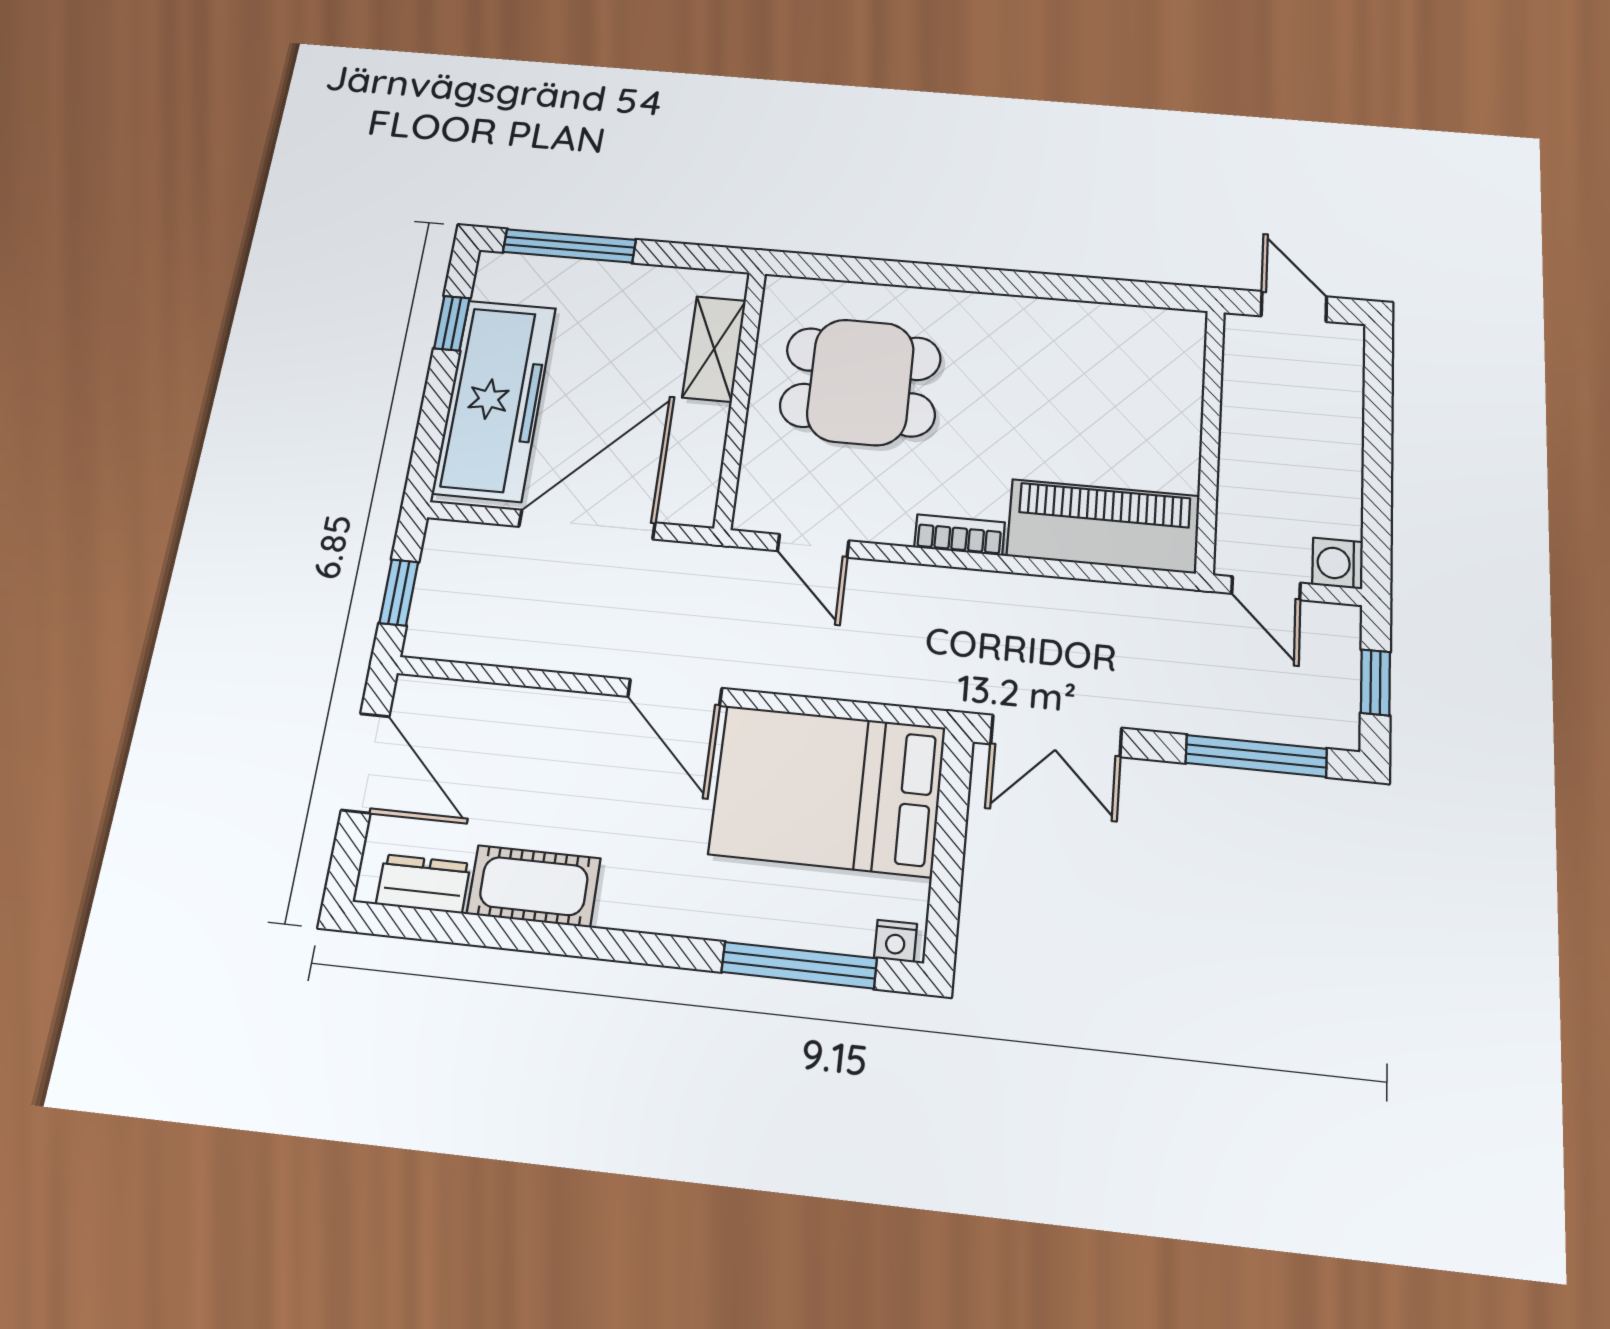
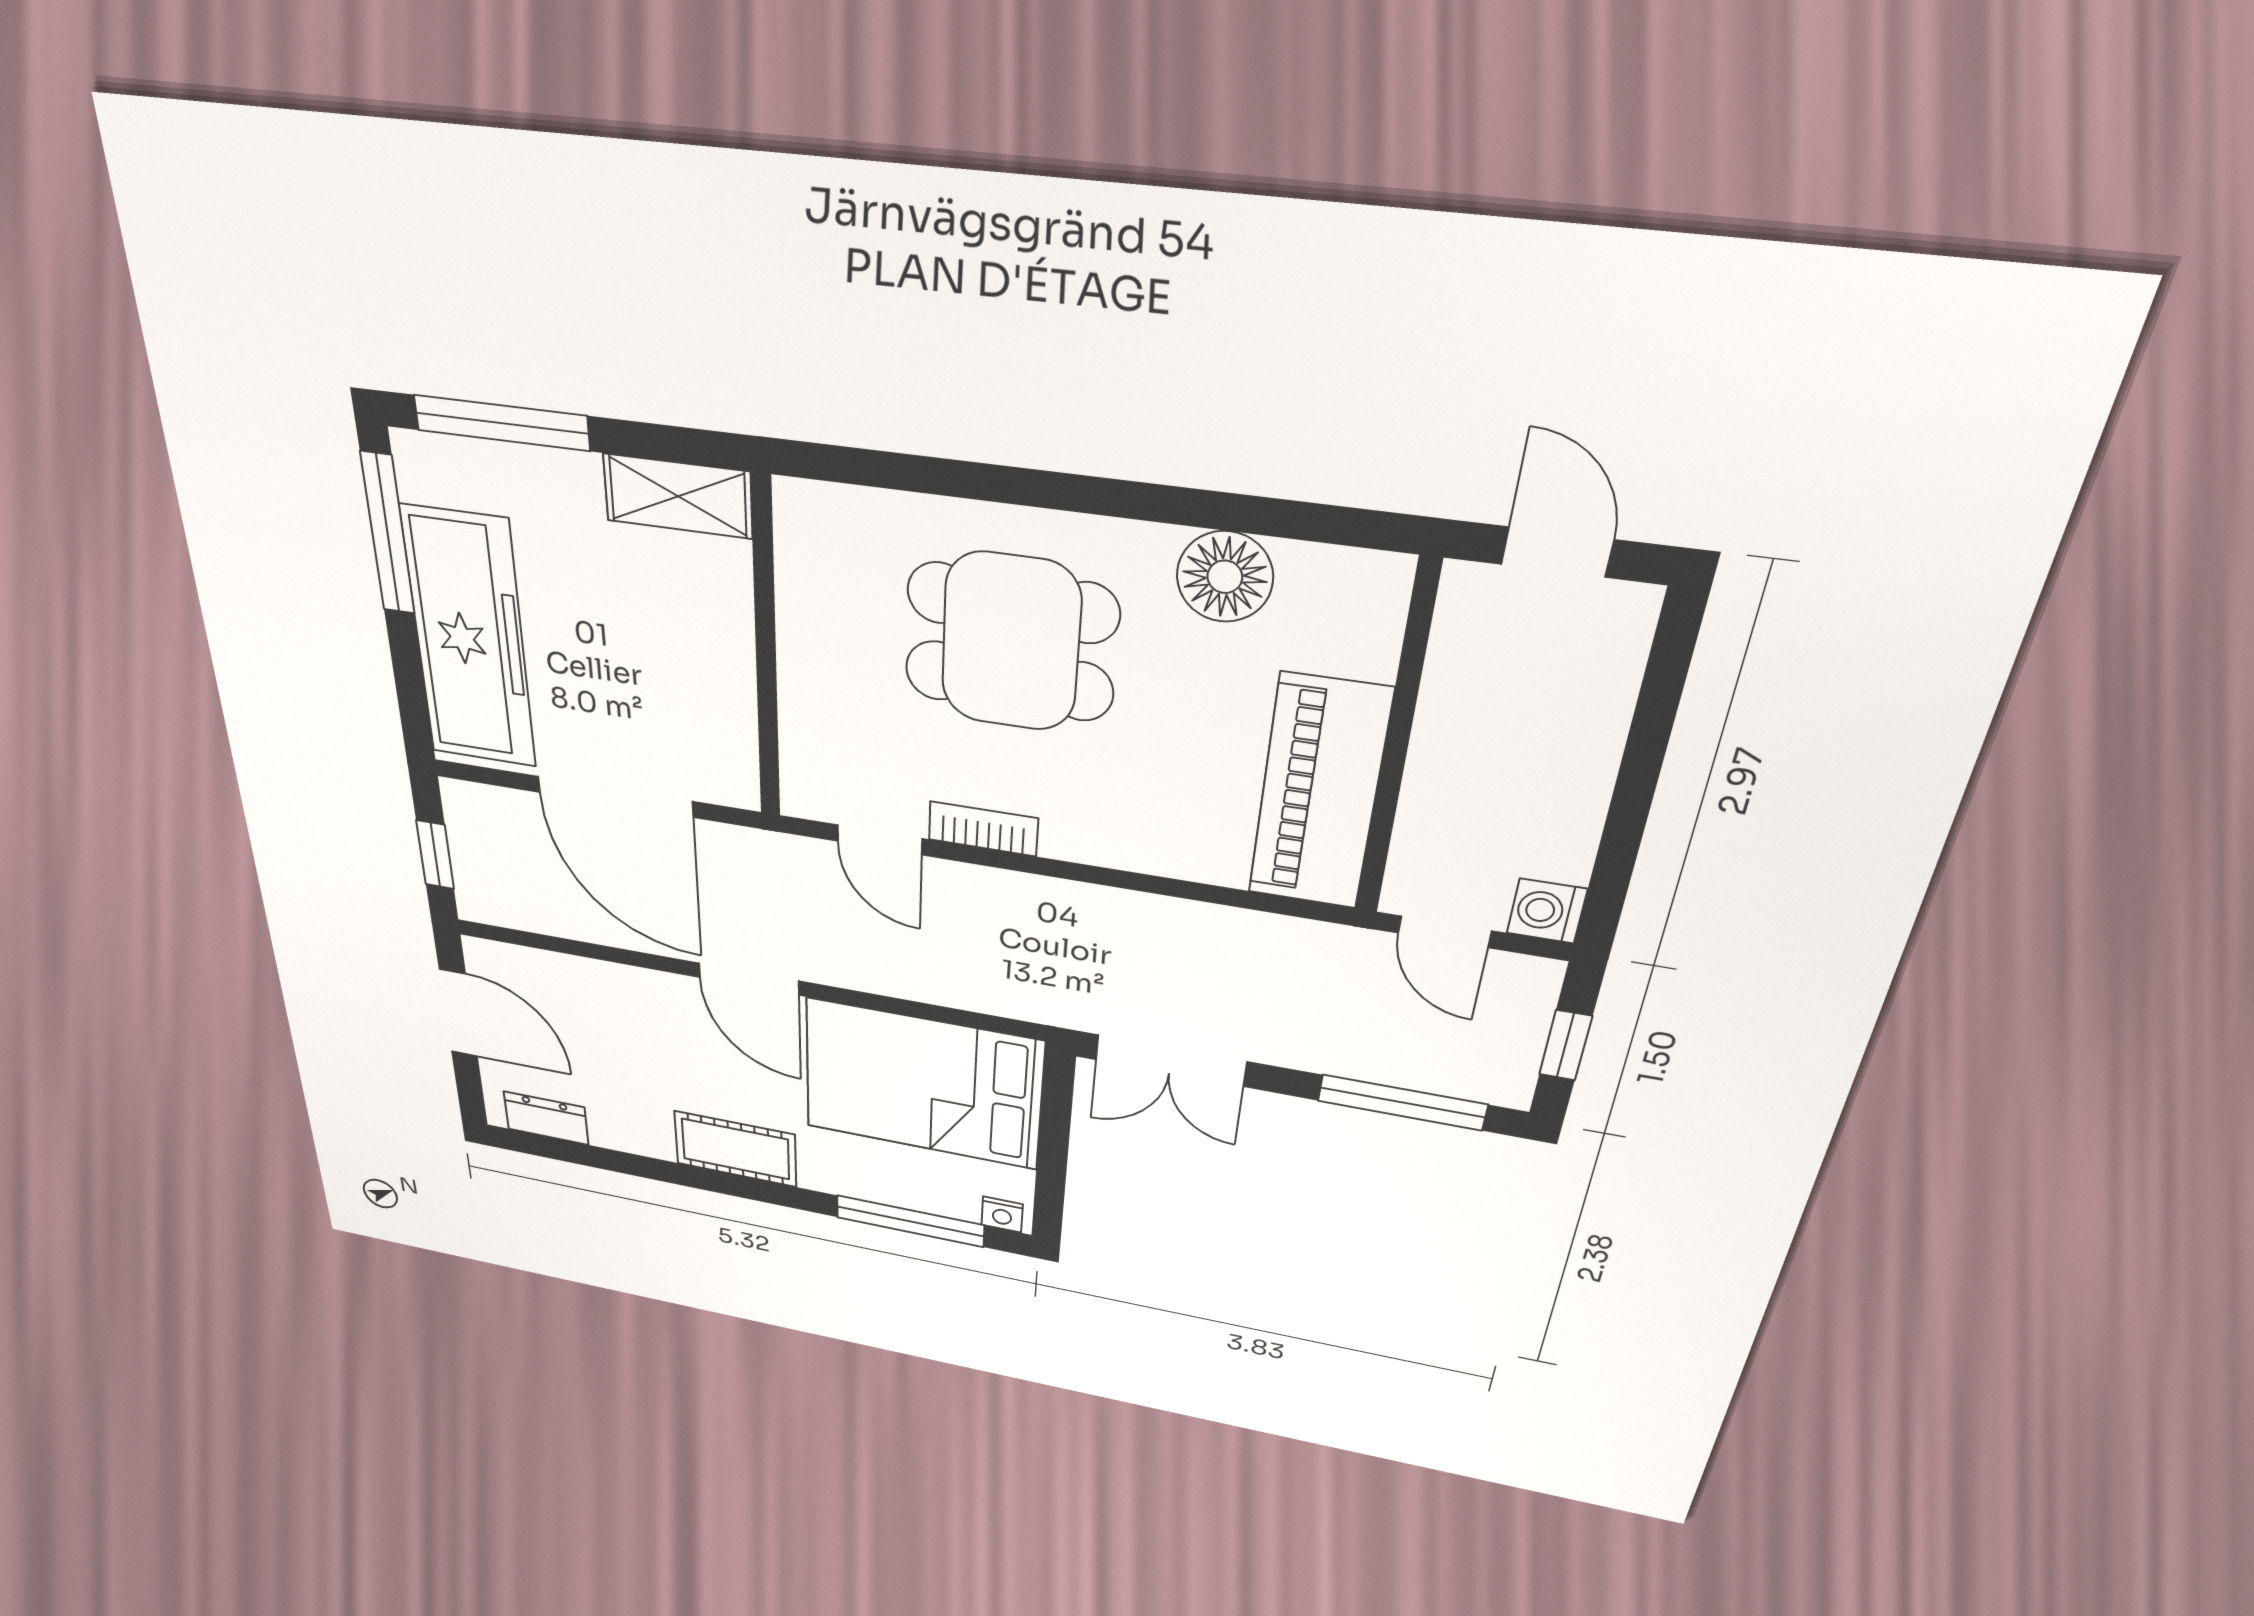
window: (452, 323) -> (388, 534), width x2.17
floor lamp: (1081, 330) -> (1225, 577), added
shelving: (714, 349) -> (678, 496), moved, turned 90
dining table: (860, 382) -> (1011, 642), moved
door: (587, 525) -> (615, 797), swing flipped
piano: (1103, 526) -> (1319, 793), moved, turned -90
bookcase: (960, 535) -> (983, 829), moved
cot: (534, 886) -> (736, 1149), moved

